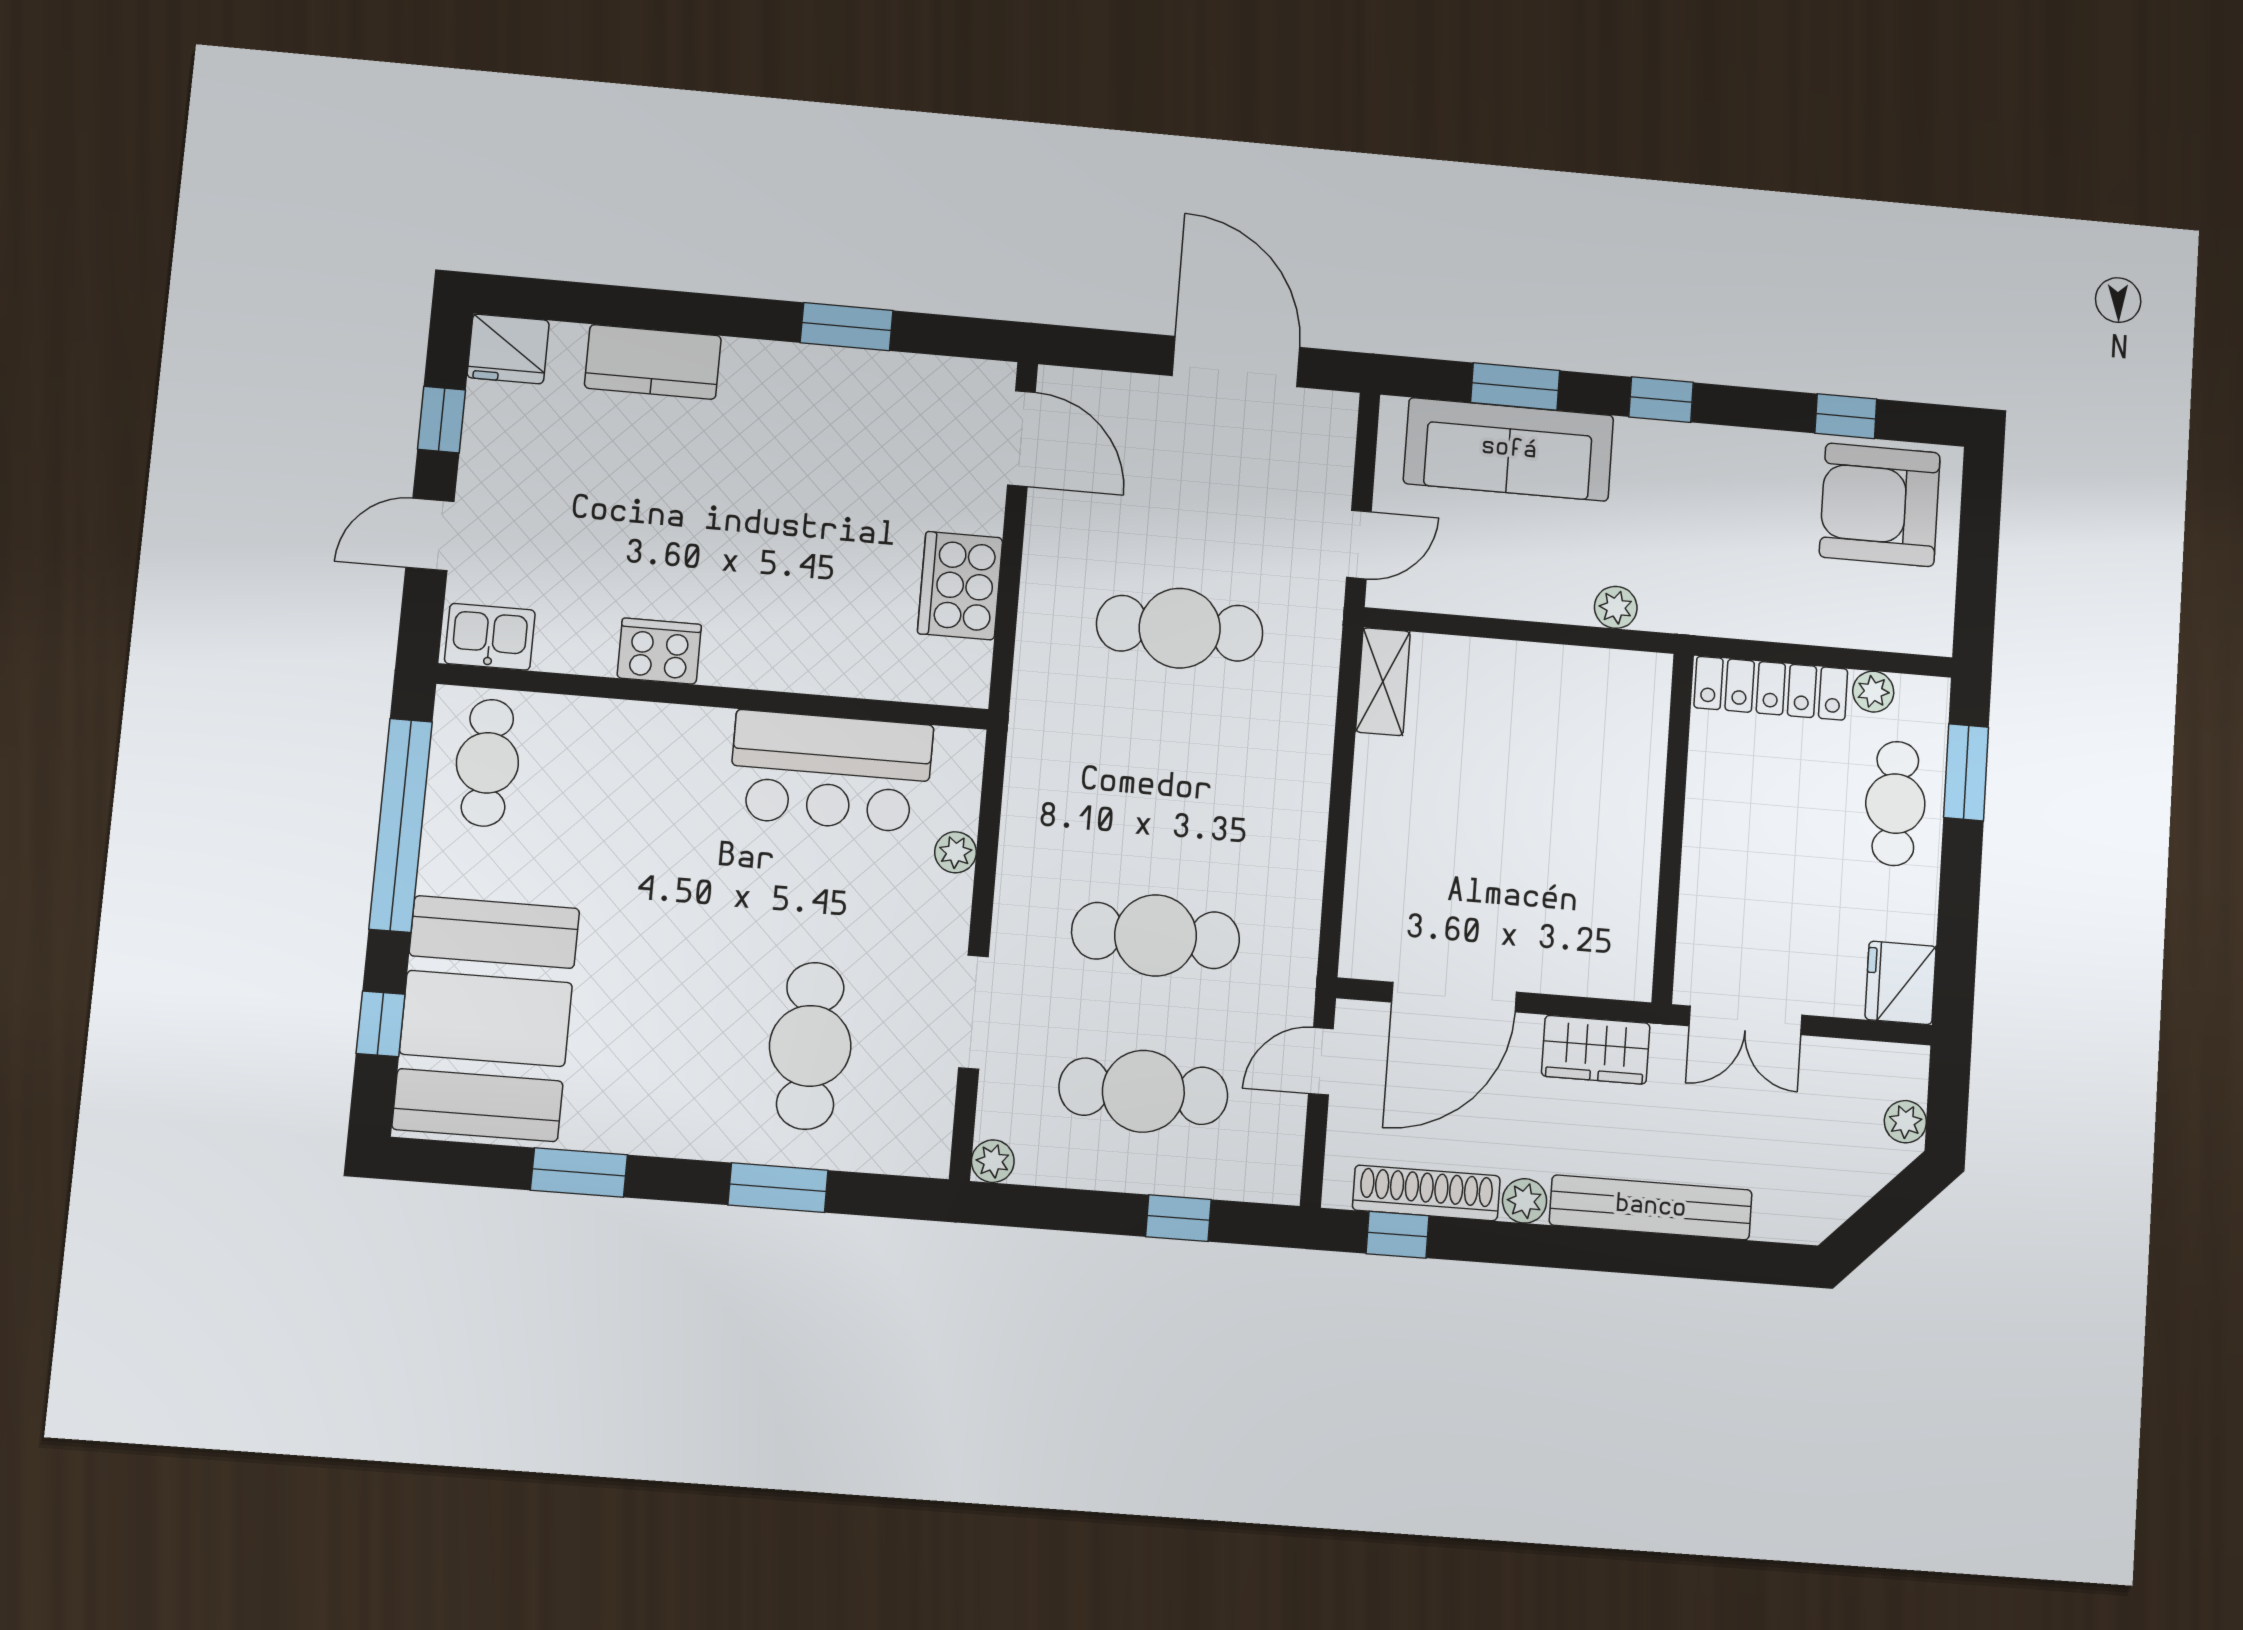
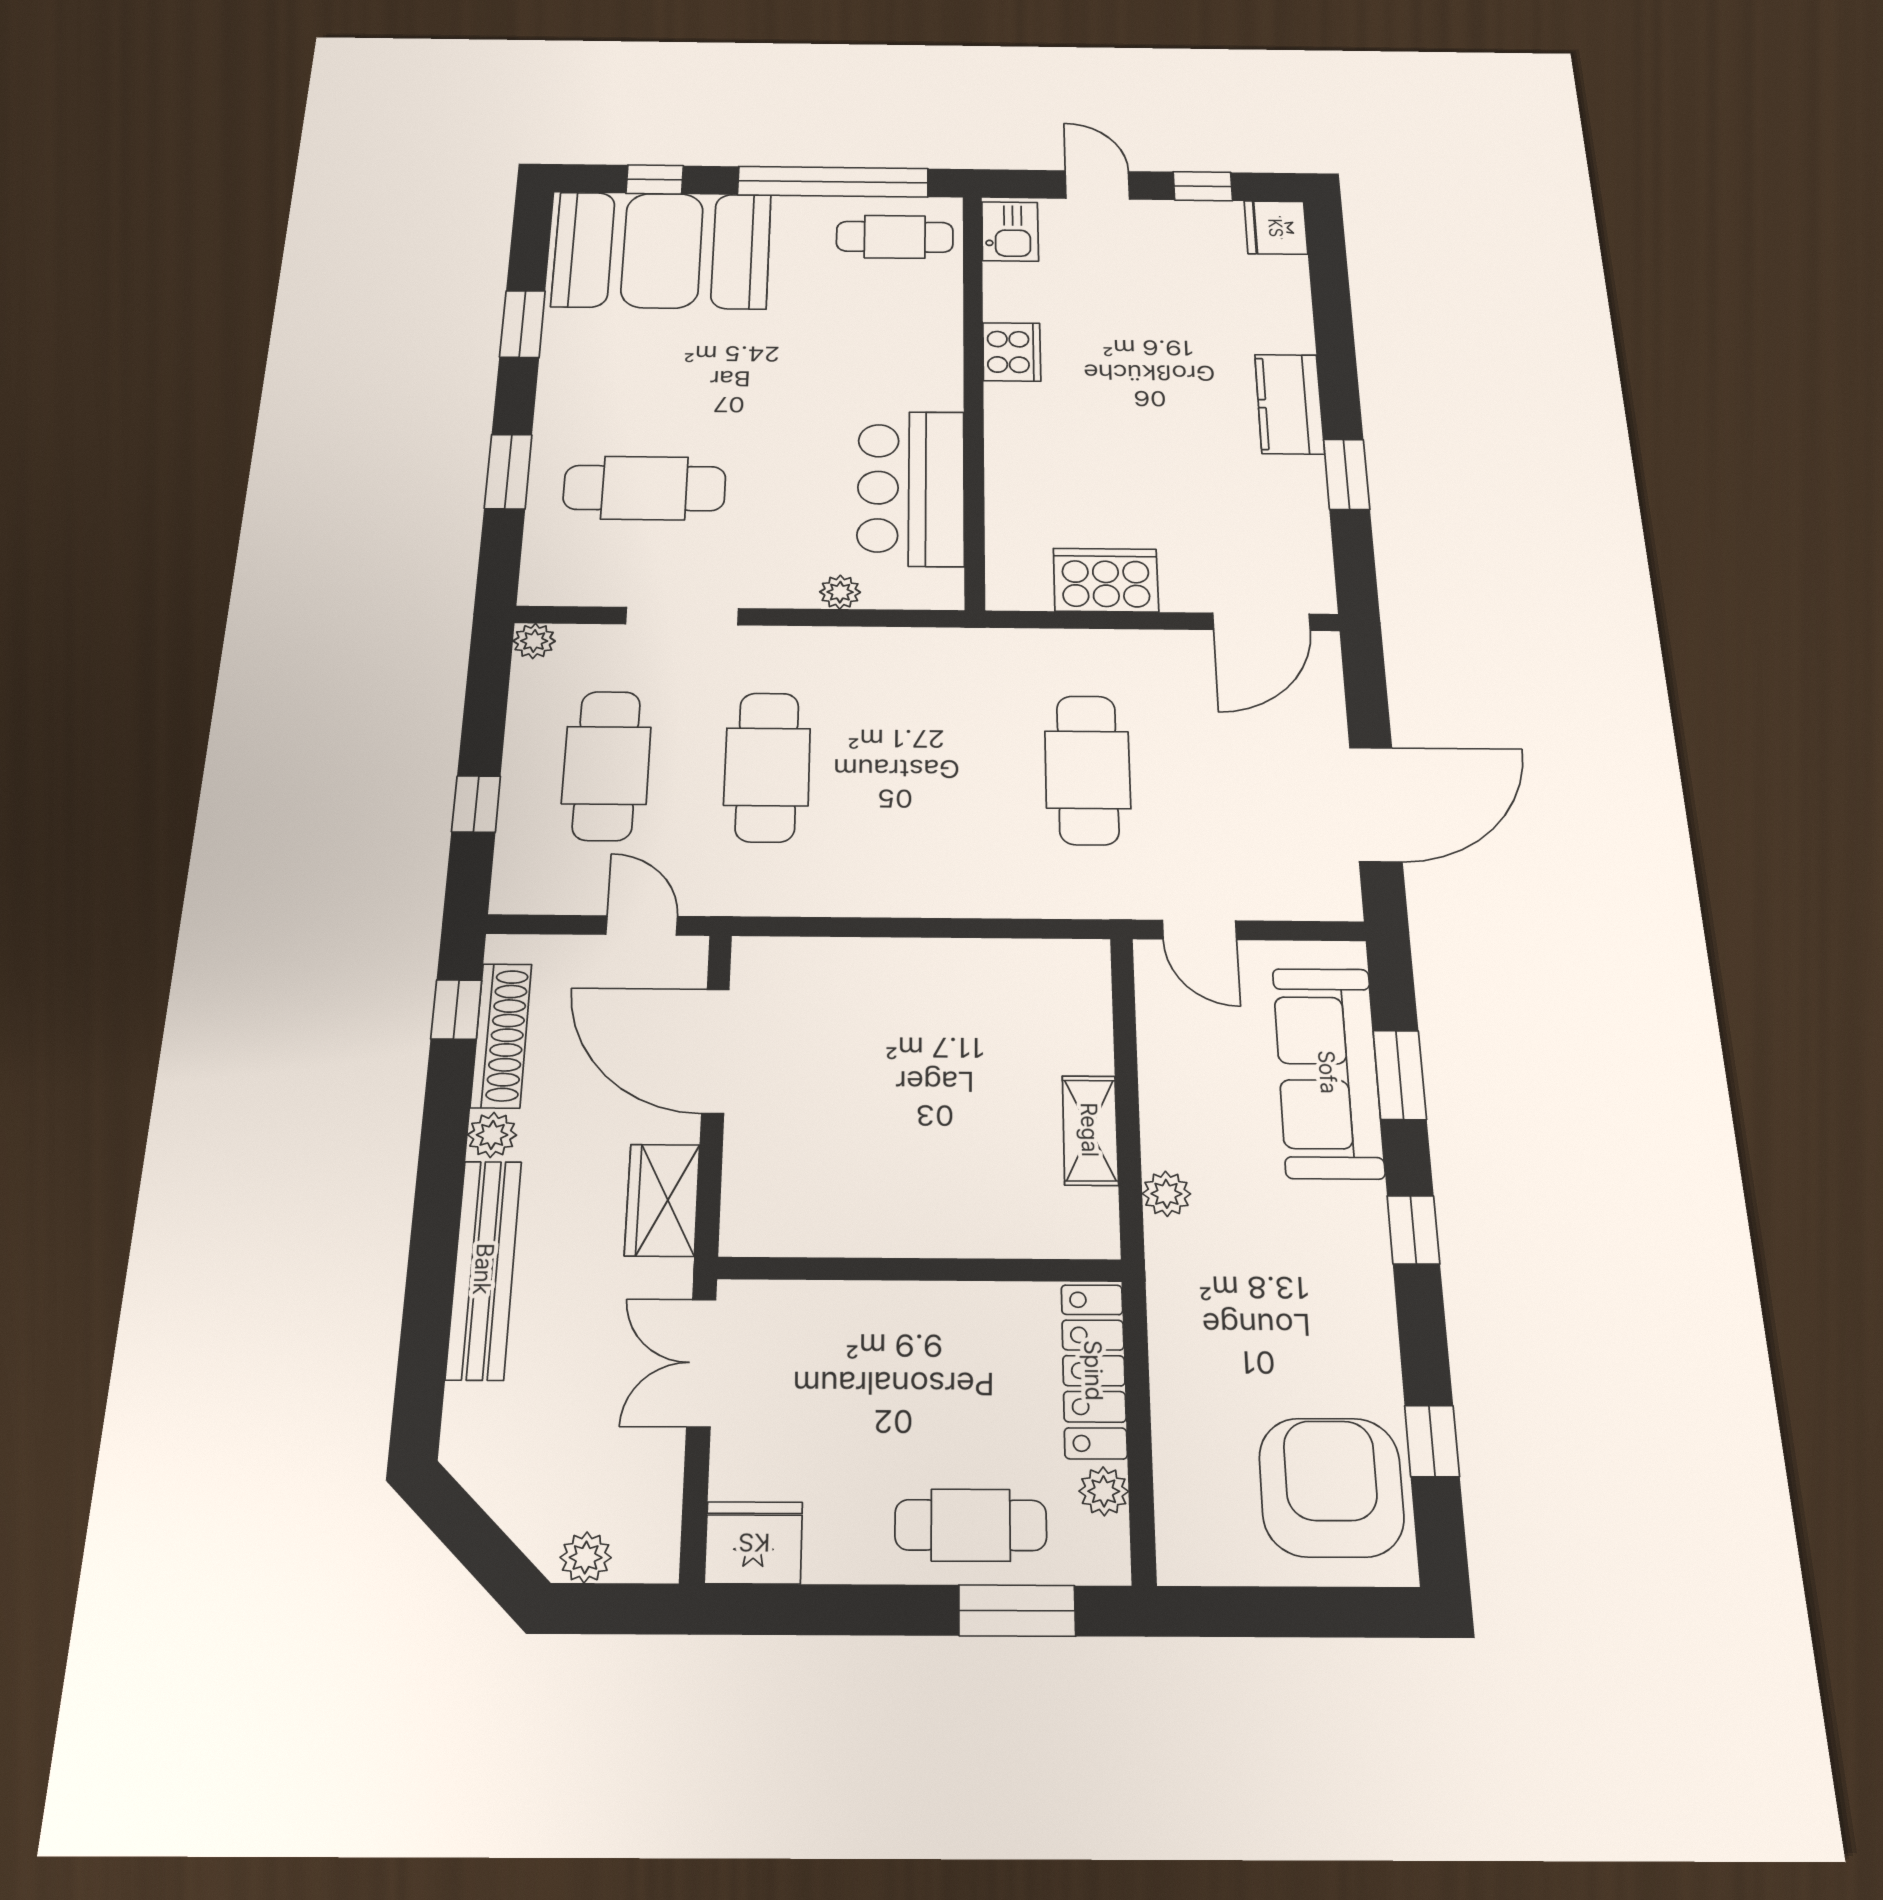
kitchen counter: (653, 362) -> (1289, 404), moved
shelving: (1383, 682) -> (1090, 1130), moved, turned 90

